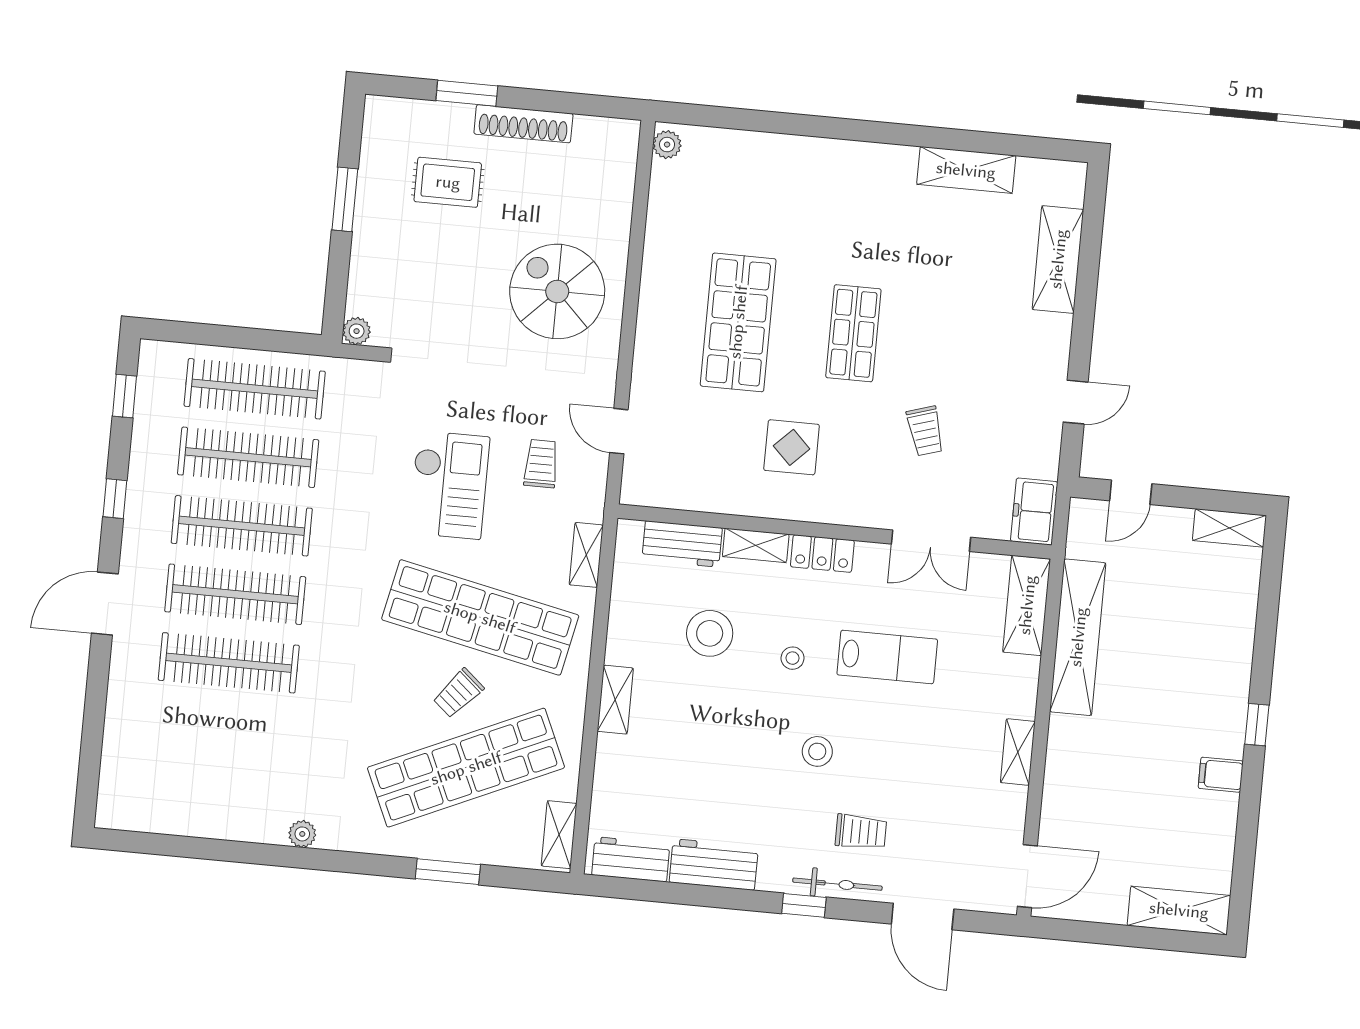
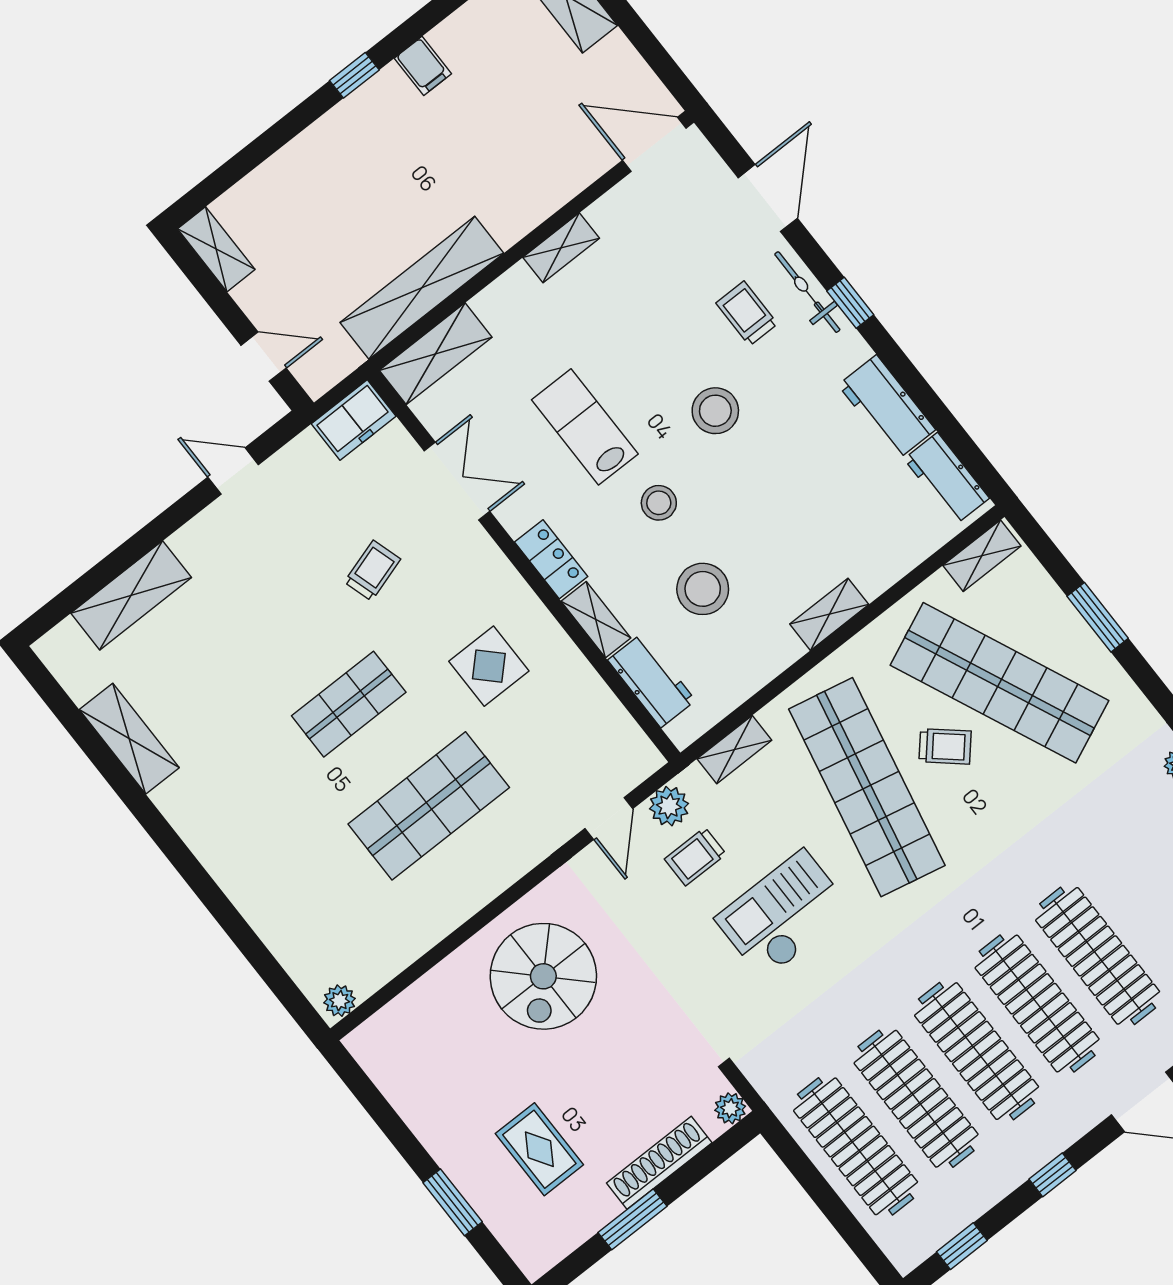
shoe rack: (523, 124) -> (659, 1163), moved, turned -90
plant: (590, 478) -> (669, 806), added
stool: (793, 658) -> (659, 503), width x1.37, depth x1.37
stool: (817, 751) -> (715, 411), width x1.38, depth x1.38

